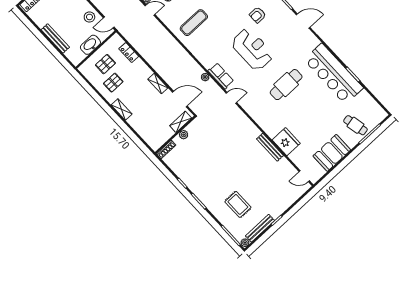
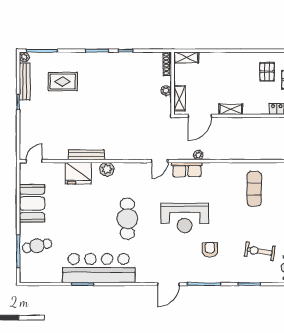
shelving: (122, 109) -> (186, 57), moved
plant: (267, 126) -> (107, 169), added

